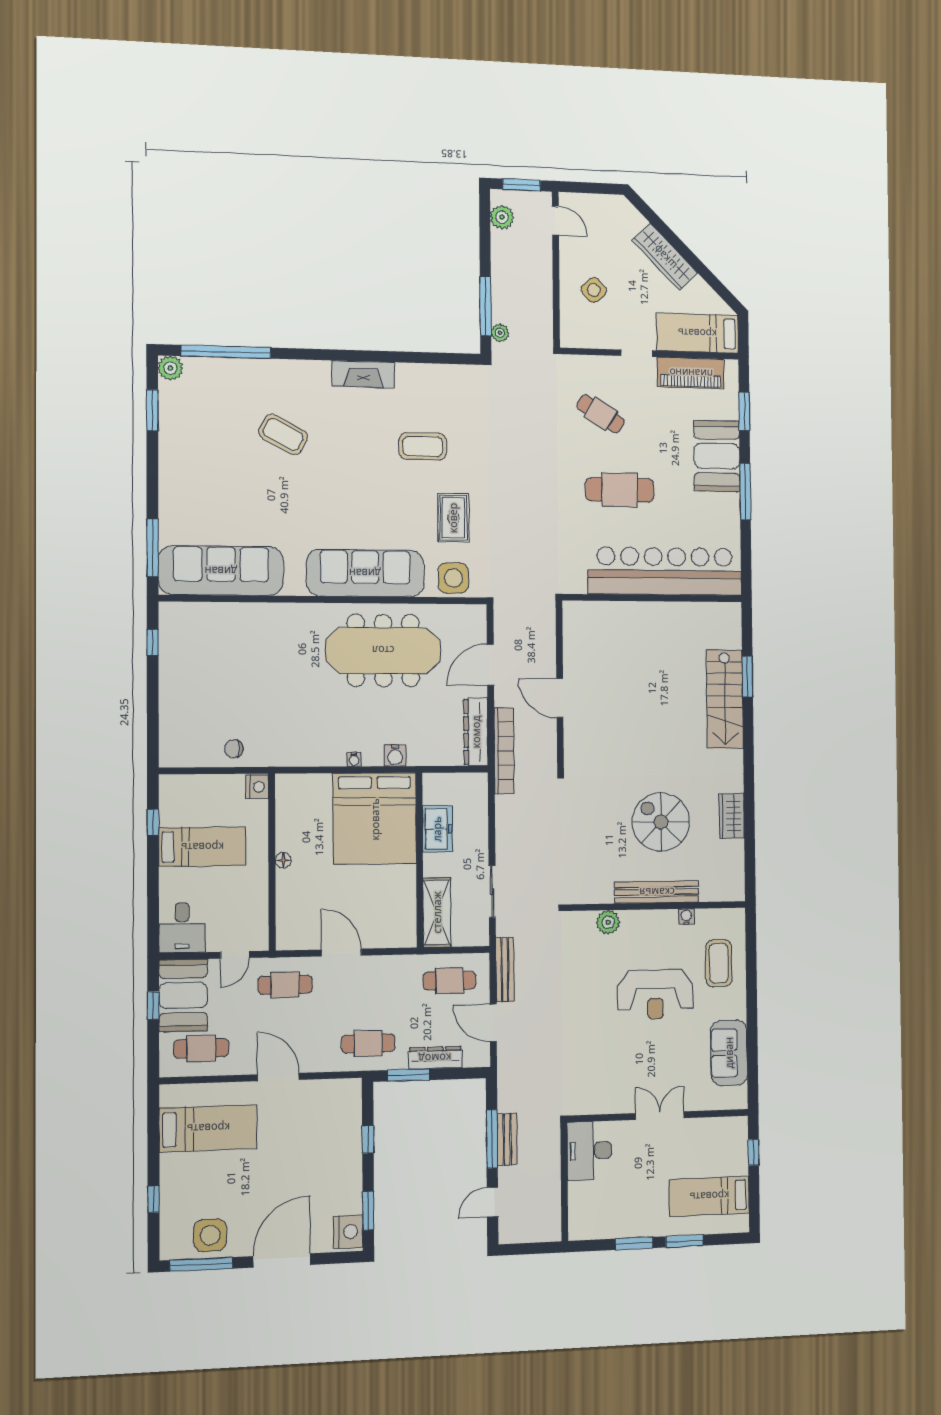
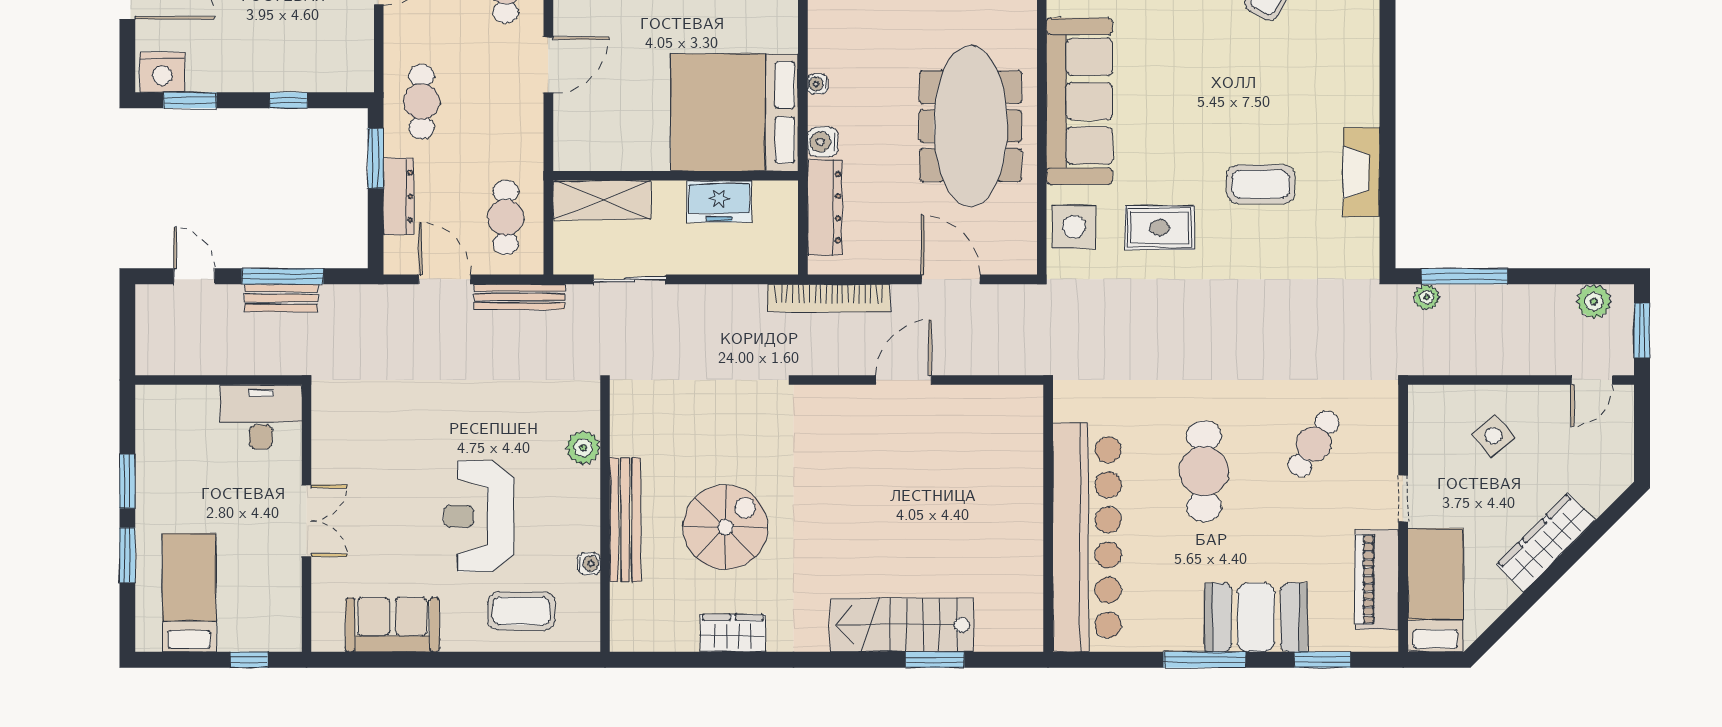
fireplace: (363, 374) -> (1361, 172), moved
coffee table: (423, 446) -> (1261, 184), turned 90
dresser: (476, 732) -> (825, 207), moved, turned 90
door: (493, 1023) -> (445, 279), hinge flipped

